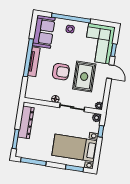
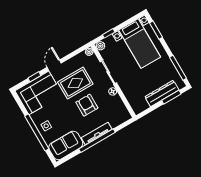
dresser: (26, 122) -> (162, 93), moved

